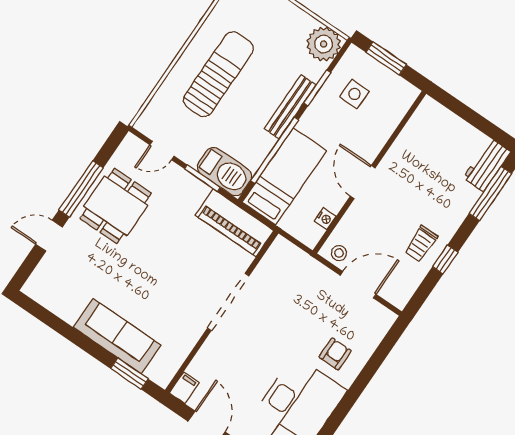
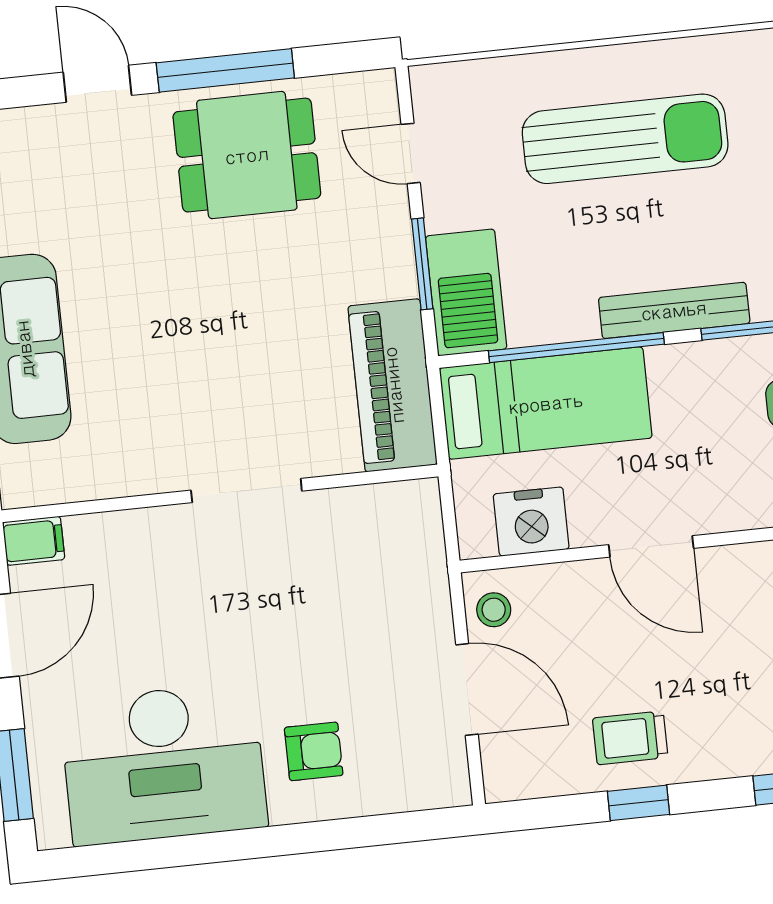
door: (363, 182) -> (651, 546), swing flipped
nightstand: (325, 219) -> (531, 522), width x1.89, depth x1.79
doorway: (228, 302) -> (246, 491), width x0.73

